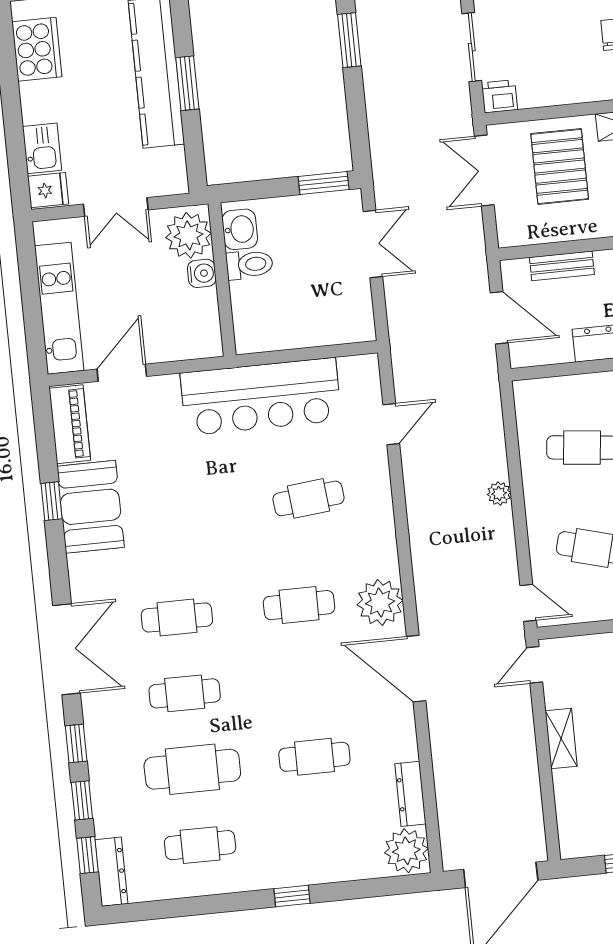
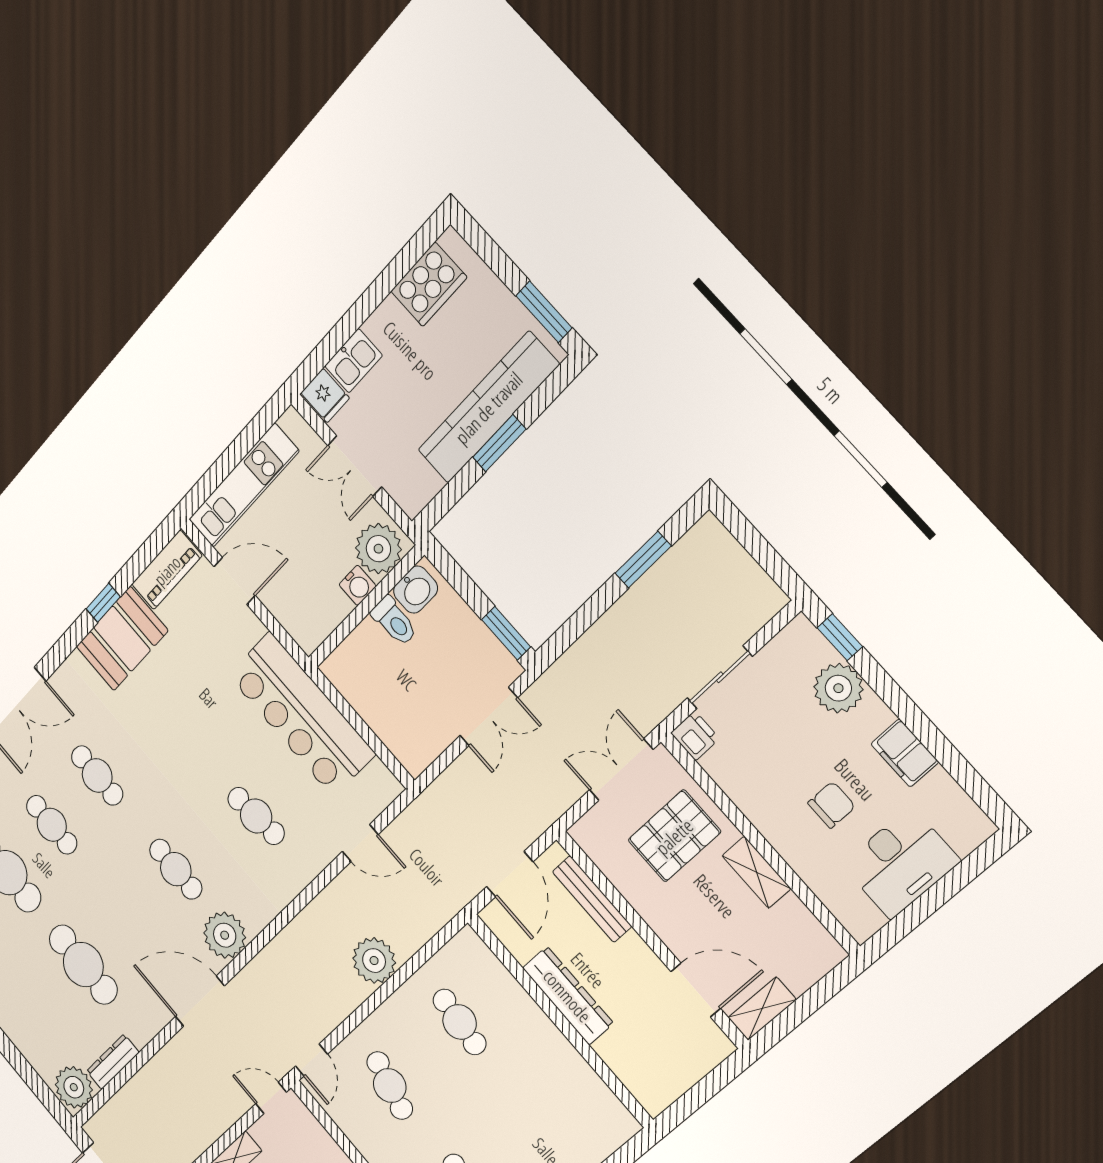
bench: (562, 266) -> (592, 899), width x1.36
plant: (499, 494) -> (374, 961), width x1.88, depth x1.88
door: (416, 669) -> (200, 1001), hinge flipped
cafe table: (314, 757) -> (83, 965), width x1.37, depth x1.35

